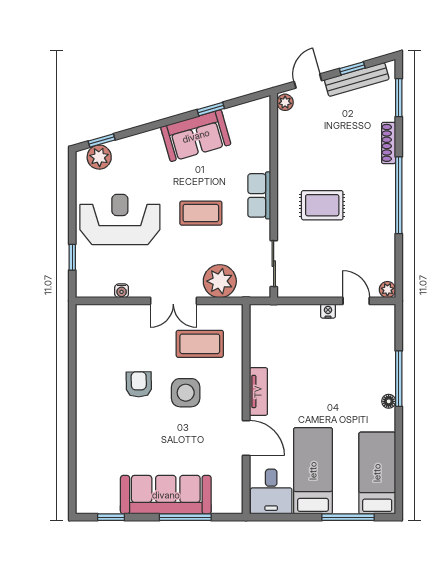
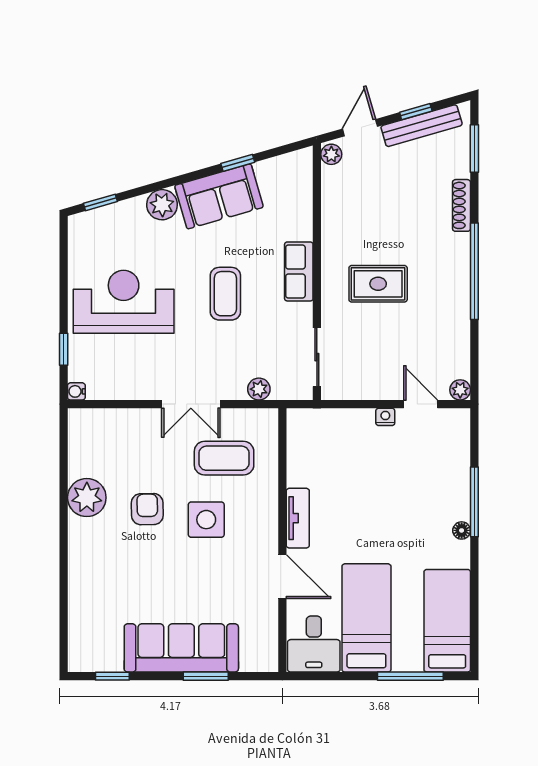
plant: (99, 157) -> (162, 205), moved
coffee table: (201, 213) -> (225, 294), turned 90
plant: (220, 281) -> (259, 389), width x0.53, depth x0.53
water cooler: (122, 291) -> (76, 391), moved, turned 90
plant: (91, 375) -> (87, 498), added
window: (185, 517) -> (206, 676), width x0.69

